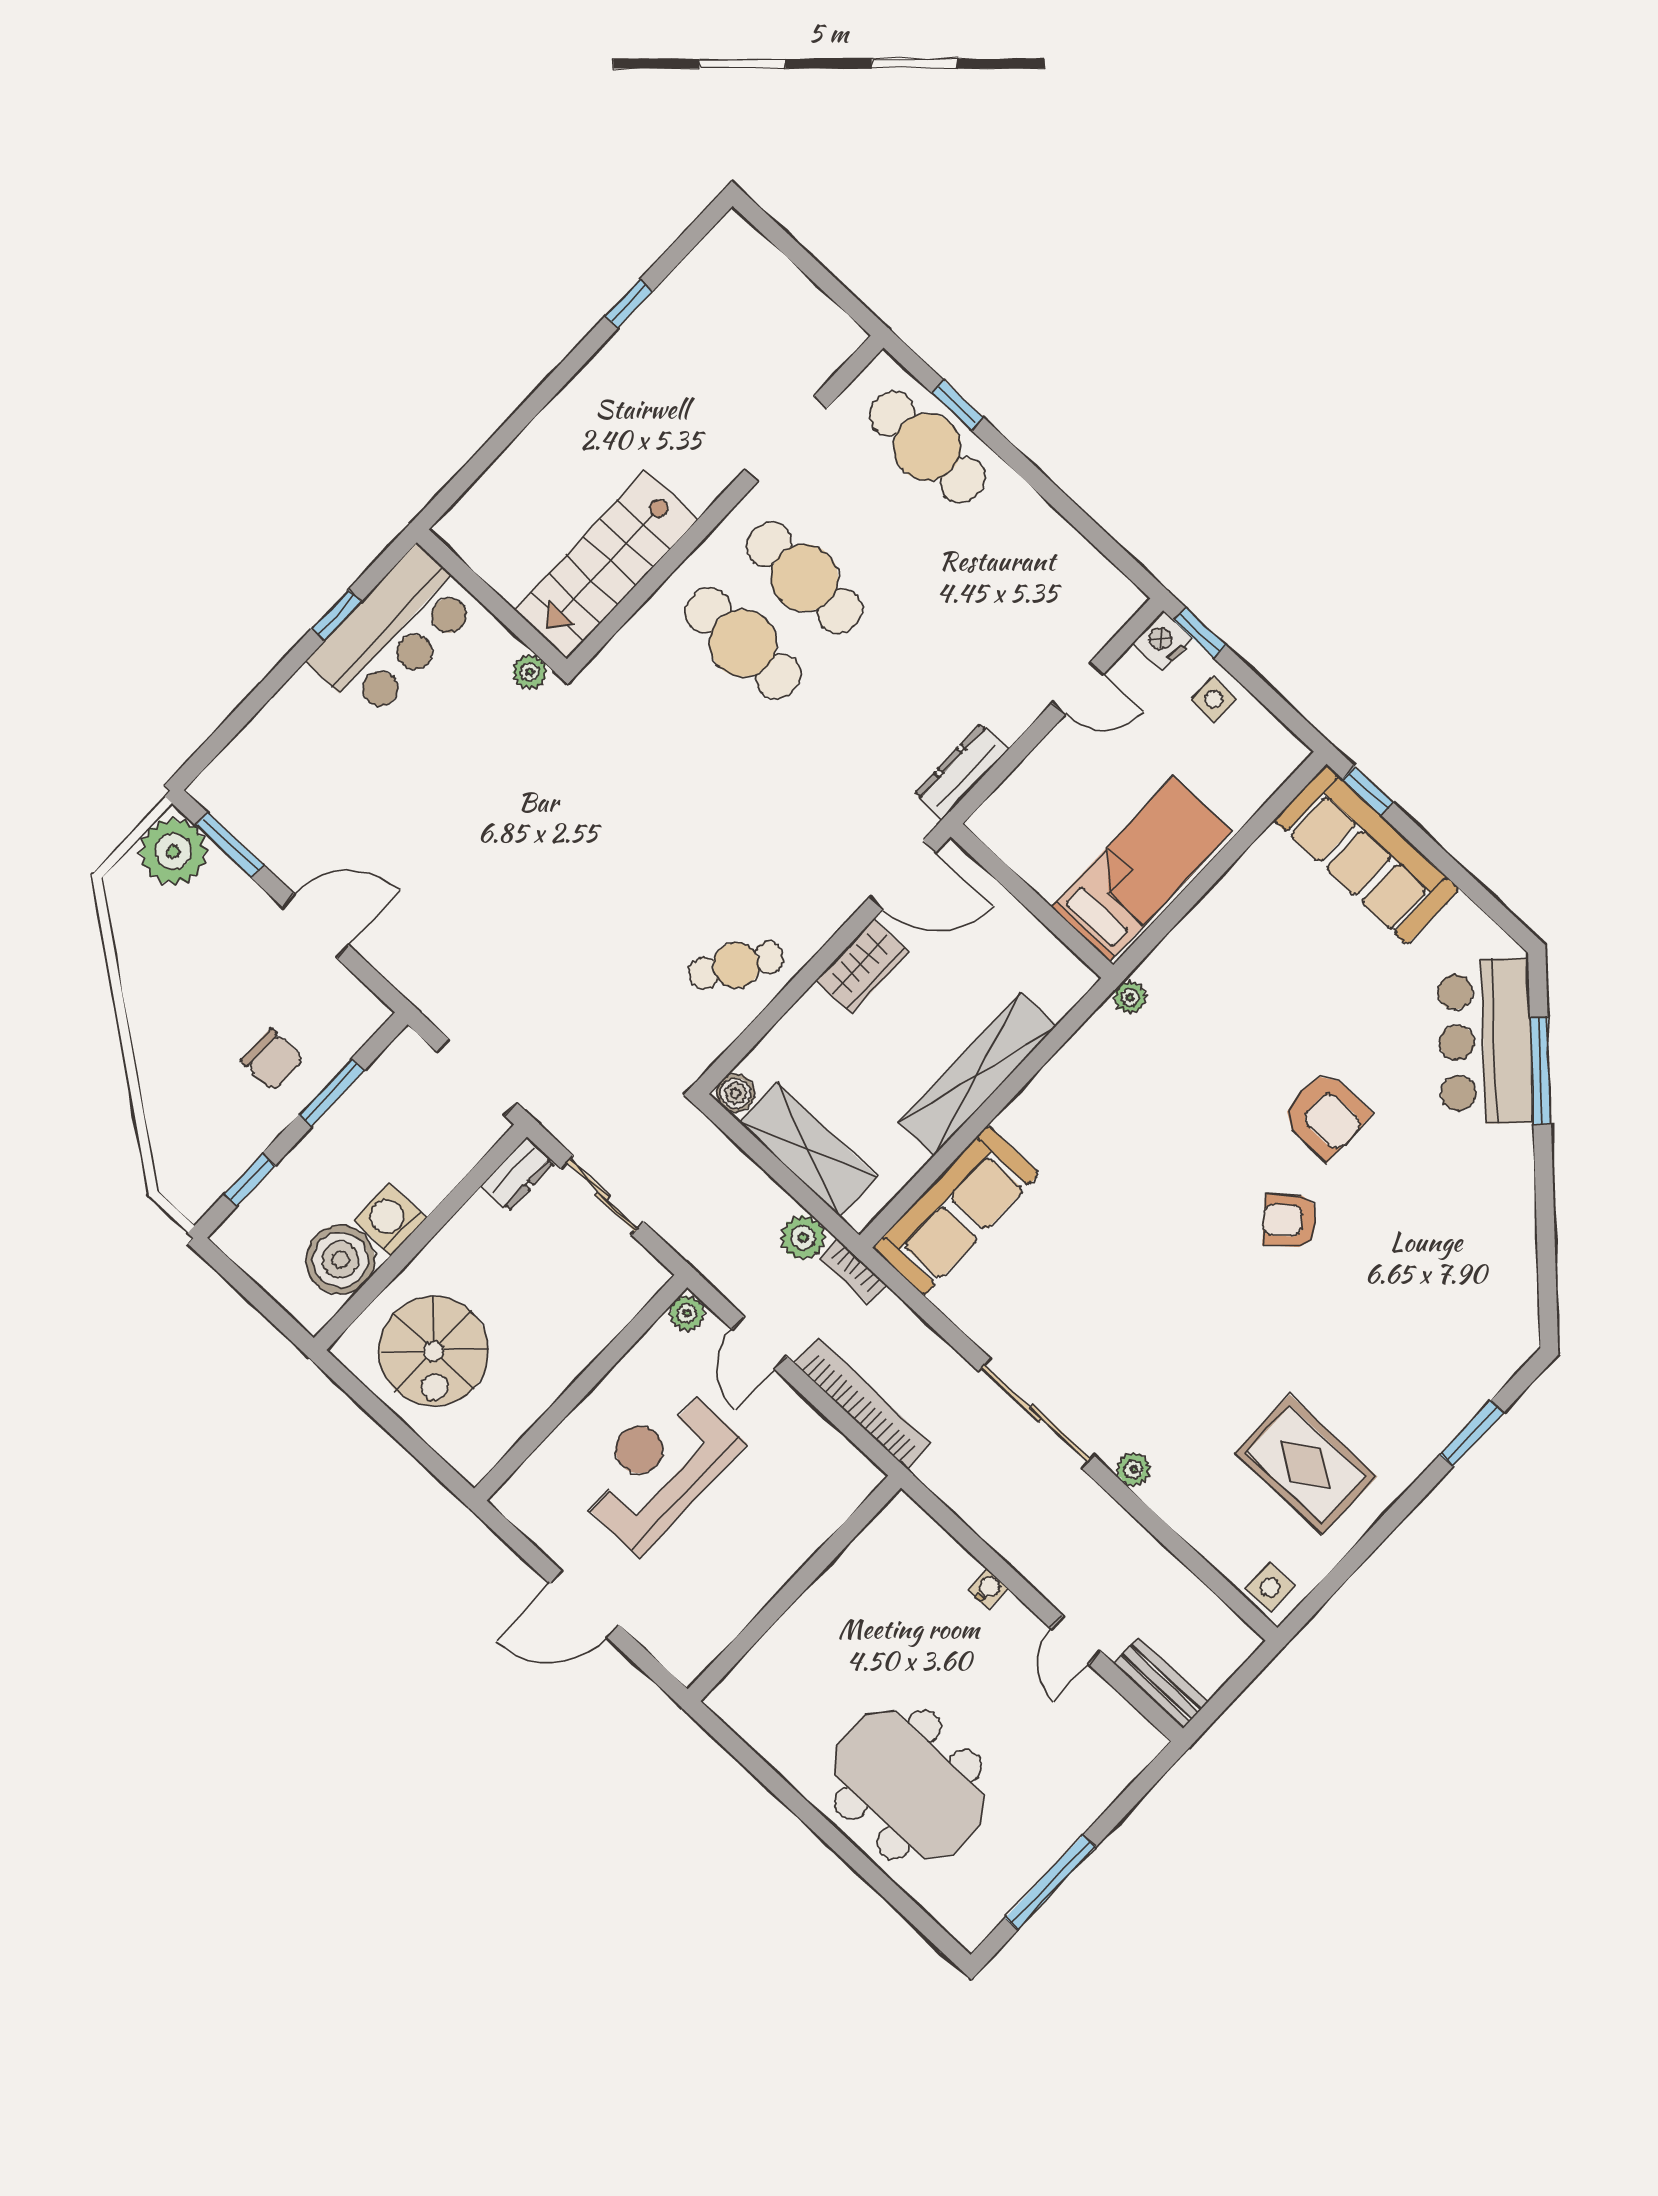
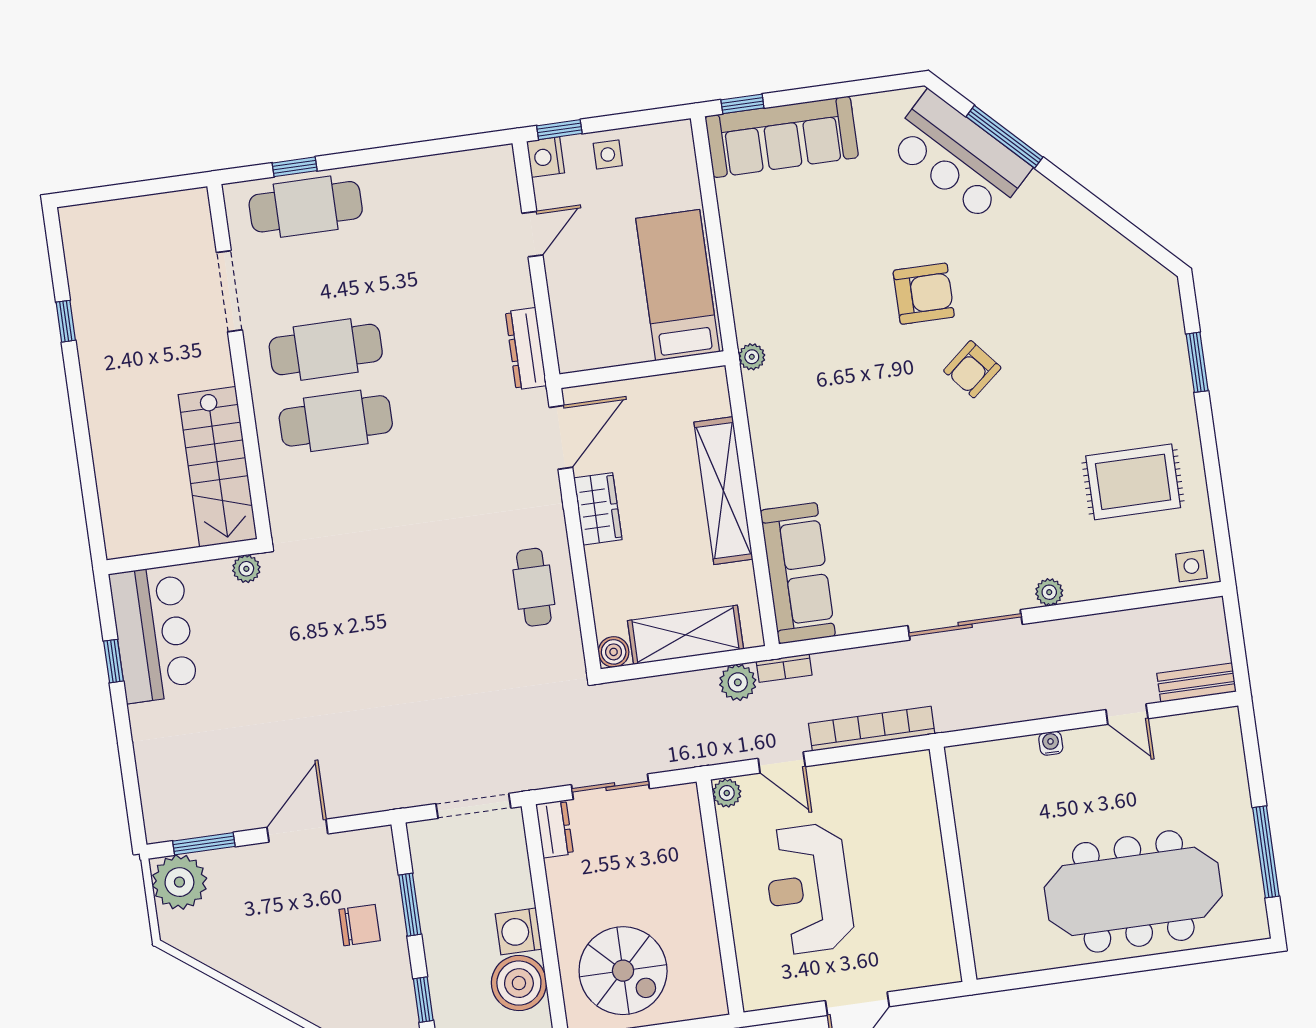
cafe table: (736, 965) -> (534, 587), turned -33
meeting table: (909, 1785) -> (1133, 891), width x1.36

